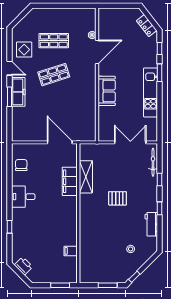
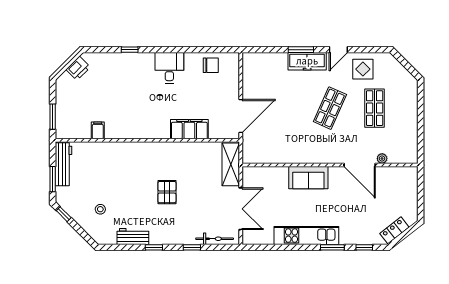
shop shelf: (54, 75) -> (330, 108), turned 42
shelving: (86, 177) -> (231, 164), moved, turned 90
workbench: (96, 277) -> (64, 164), added

